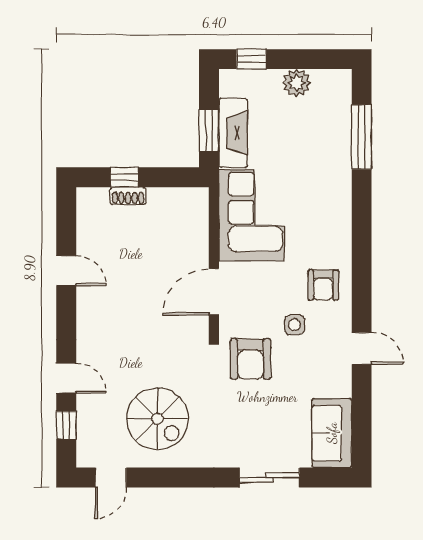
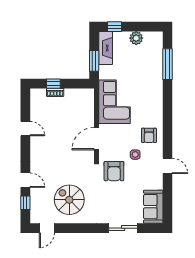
fireplace: (233, 133) -> (106, 48), moved
spiral stairs: (157, 419) -> (69, 200), turned 180

